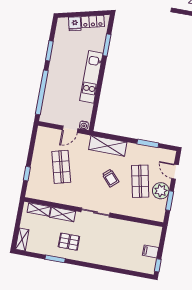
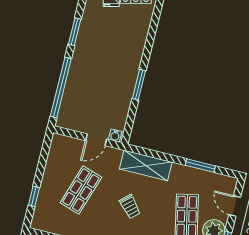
window: (107, 45) -> (139, 85), moved
kitchen unit: (91, 77) -> (129, 71), removed
shop shelf: (61, 167) -> (81, 190), turned 33
trolley: (111, 178) -> (130, 207), moved

